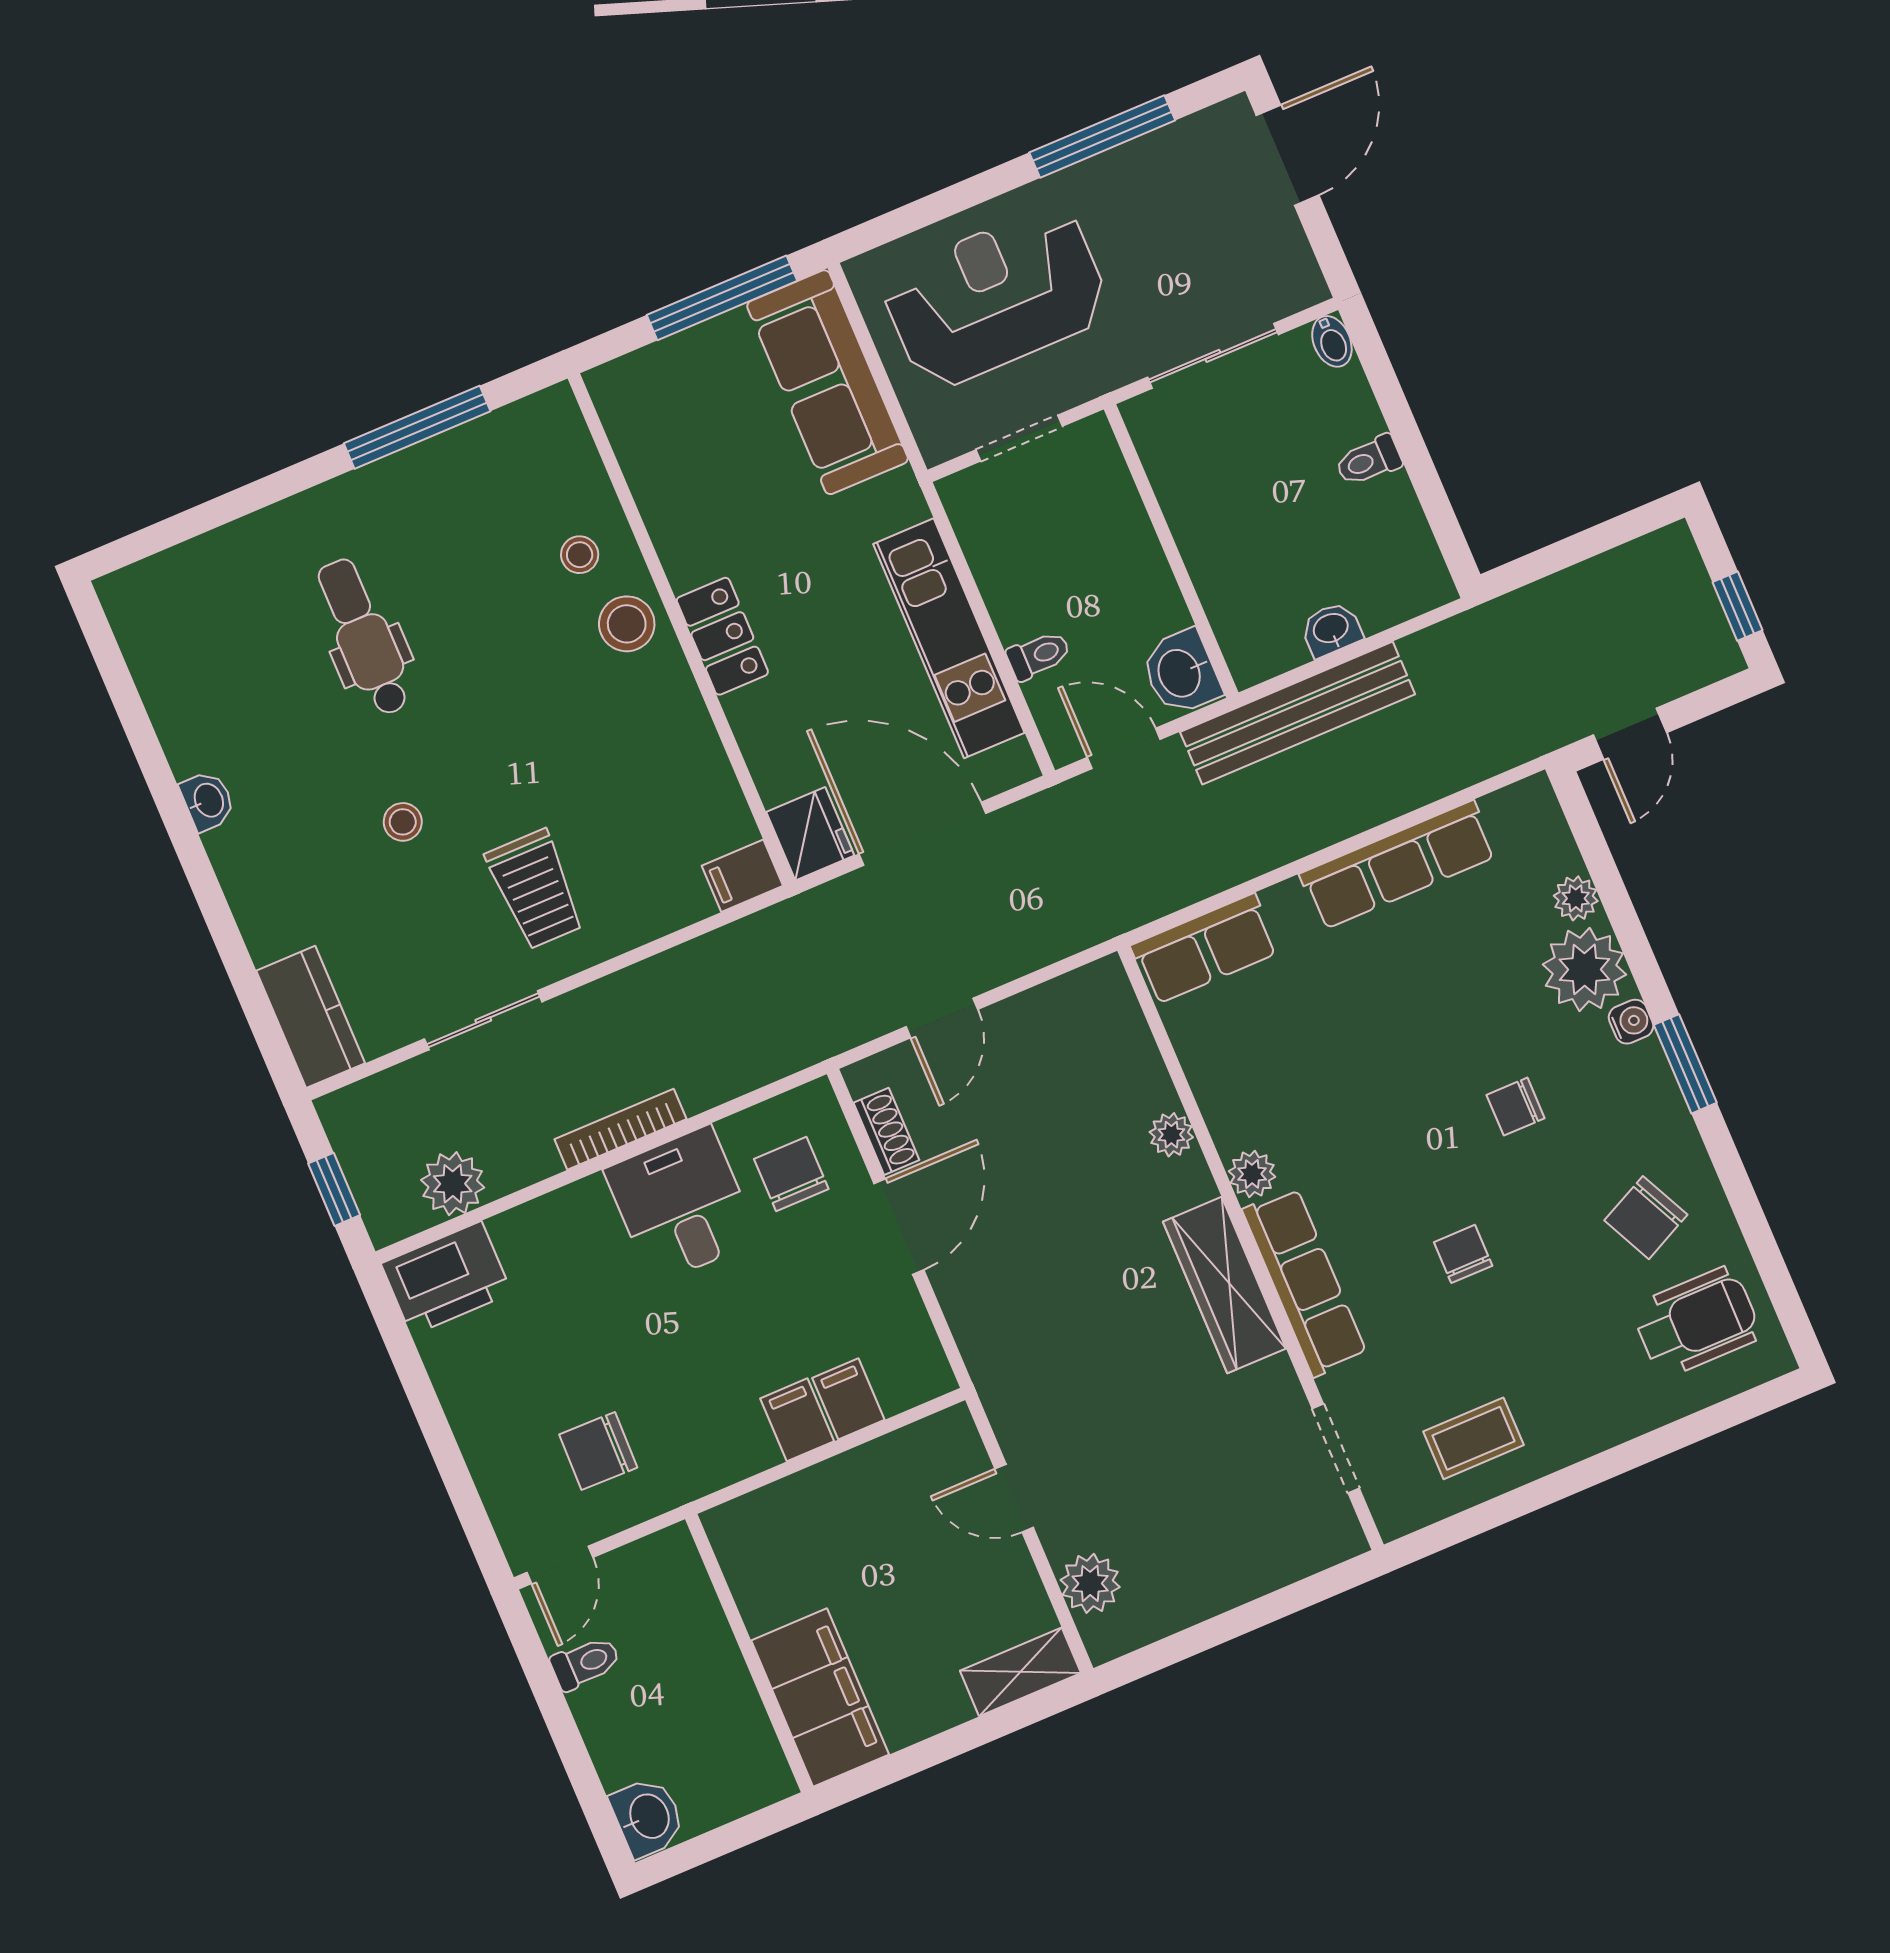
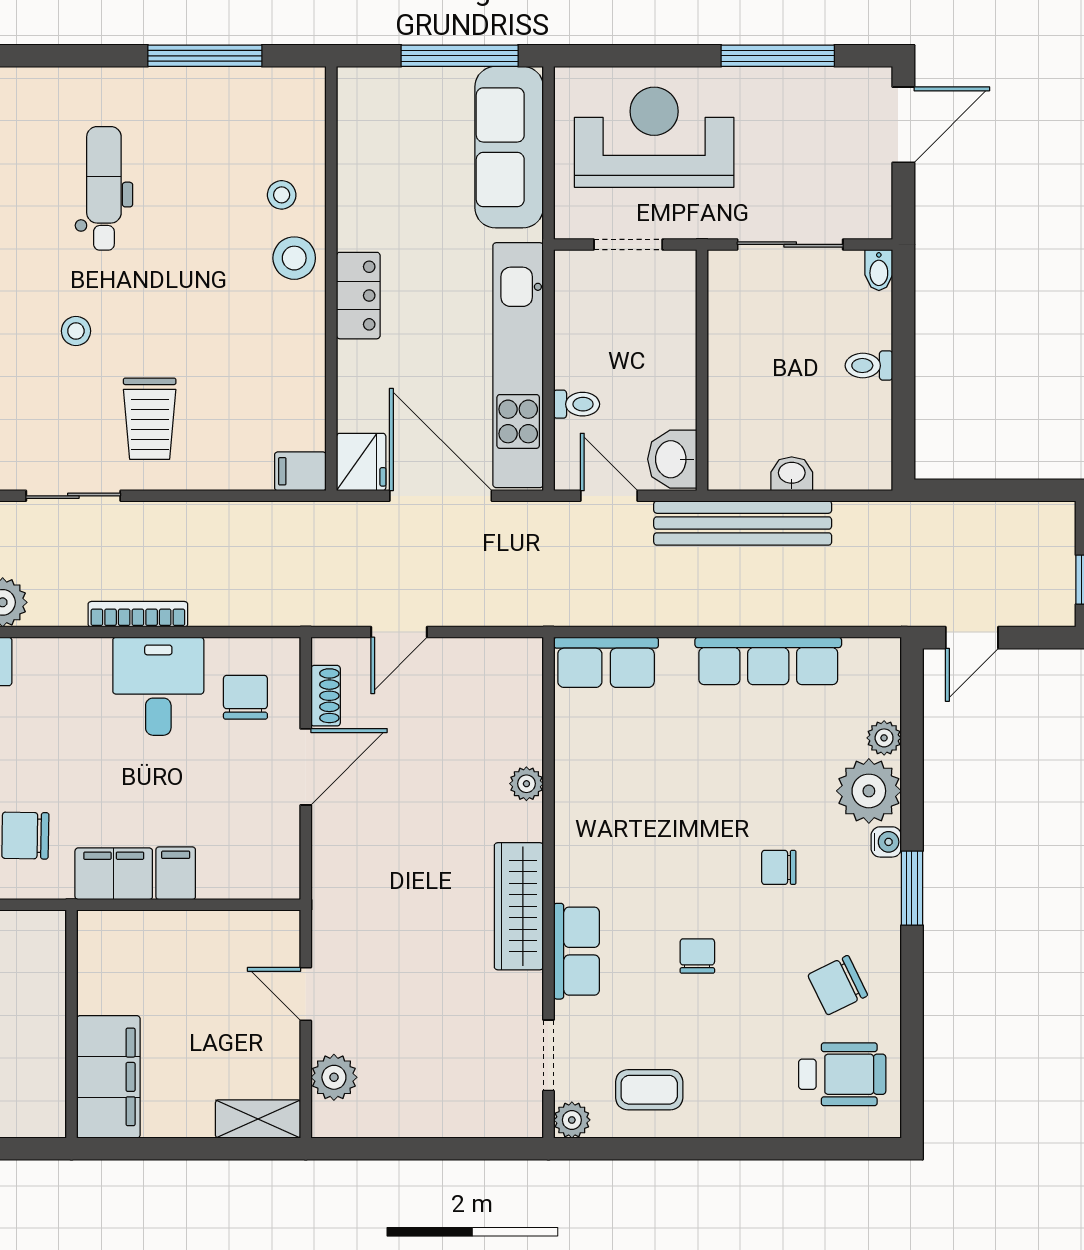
kitchen unit: (949, 638) -> (518, 365), width x1.36
plant: (1252, 1174) -> (572, 1120), moved
row of seats: (1305, 1282) -> (577, 951), width x0.68
filing cabinet: (848, 1399) -> (114, 874), moved, width x2.00

